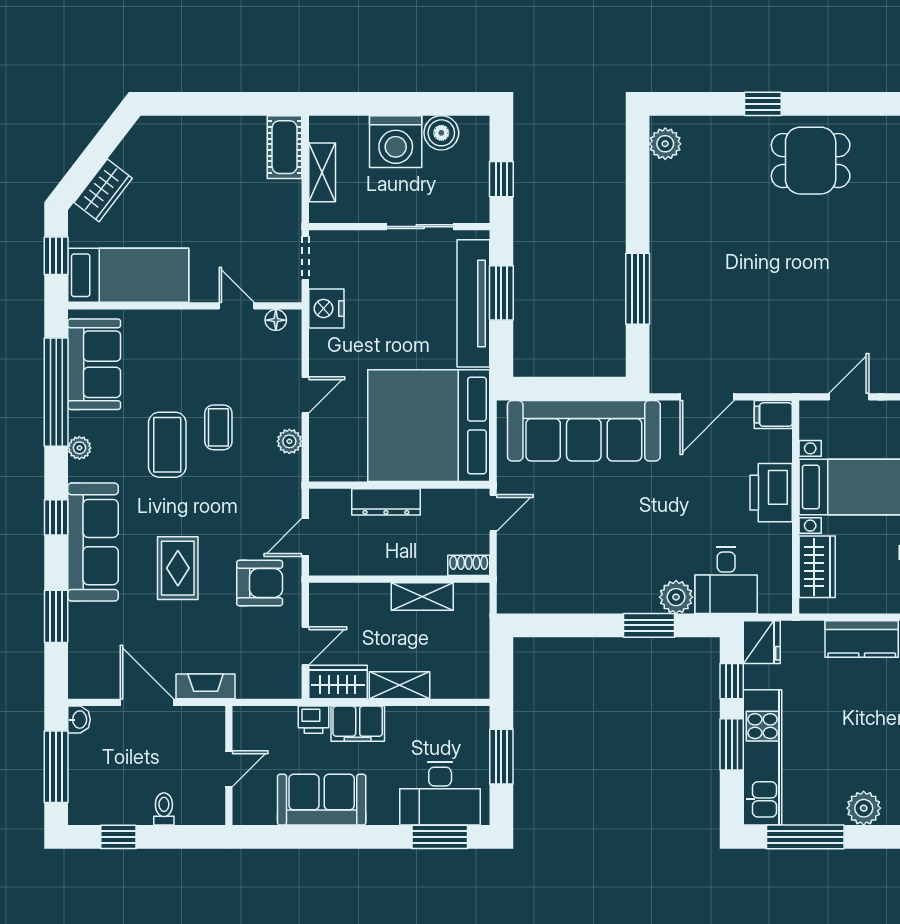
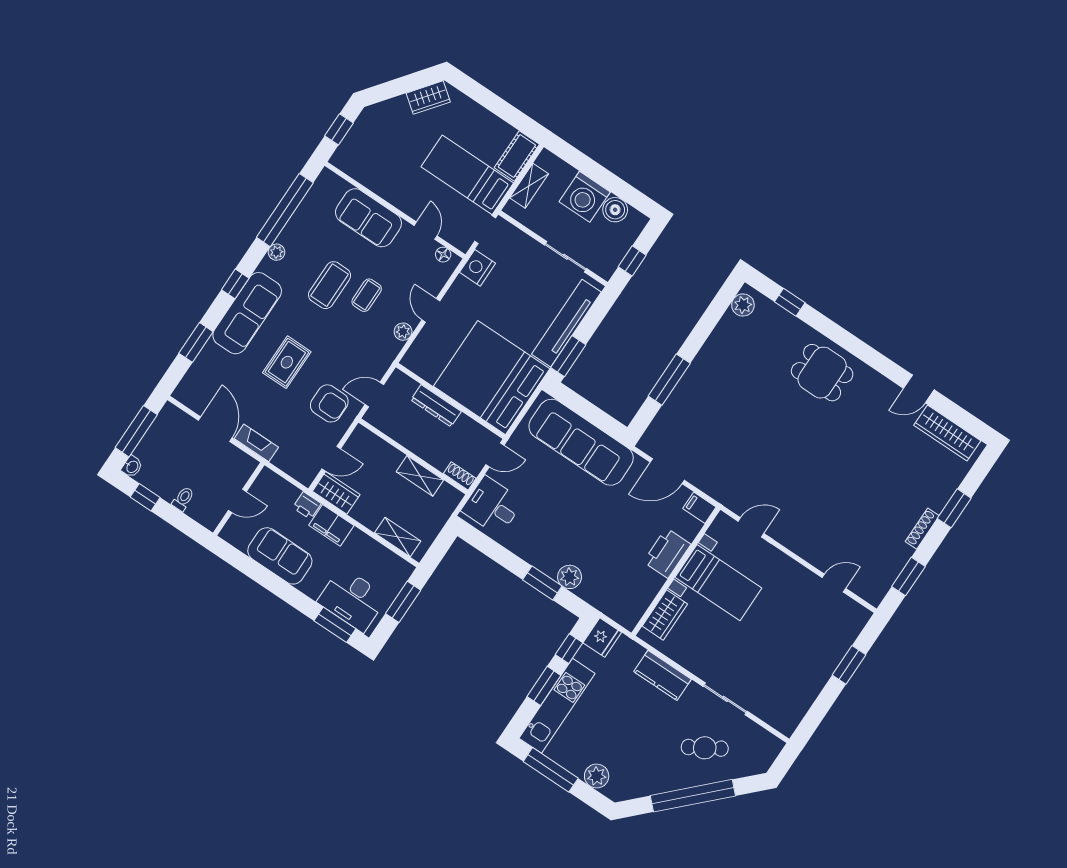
window: (763, 104) -> (790, 302), moved
wardrobe: (103, 190) -> (428, 98), moved
bed: (128, 275) -> (467, 175), moved, turned 180
window: (501, 293) -> (568, 356), moved
sofa: (94, 364) -> (368, 218), moved, turned 90
door: (305, 395) -> (431, 310), swing flipped
desk: (726, 580) -> (492, 506), moved, turned 90
shelving: (400, 685) -> (398, 537), moved
washbasin: (79, 720) -> (132, 467), moved

